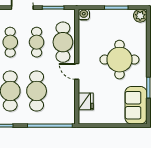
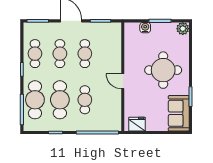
water cooler: (84, 15) -> (145, 28), moved
cafe table: (63, 42) -> (110, 54), removed
cafe table: (37, 91) -> (85, 100), width x0.73, depth x0.74
fridge: (86, 101) -> (137, 124), moved, turned -90

